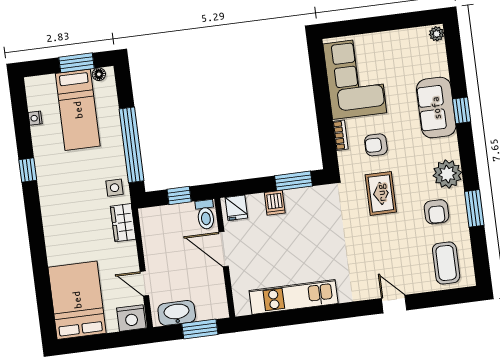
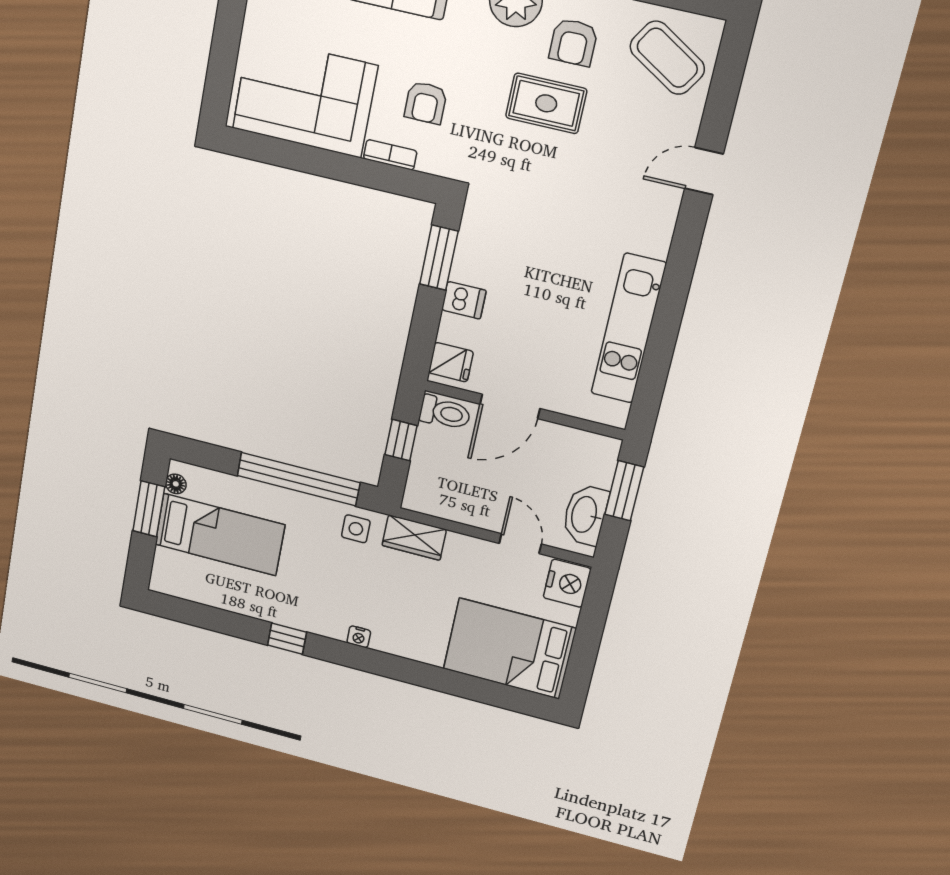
nightstand: (35, 118) -> (359, 637), moved
rug: (381, 193) -> (546, 103), moved
armchair: (436, 212) -> (573, 42), turned 90
coffee table: (446, 263) -> (667, 58), turned 32
door: (144, 284) -> (520, 544), swing flipped

